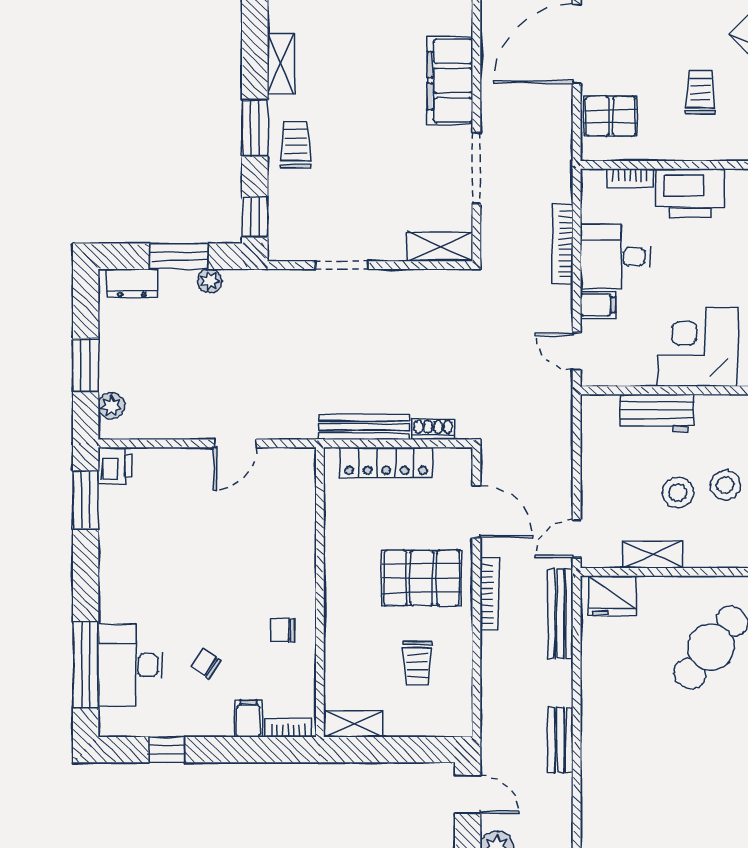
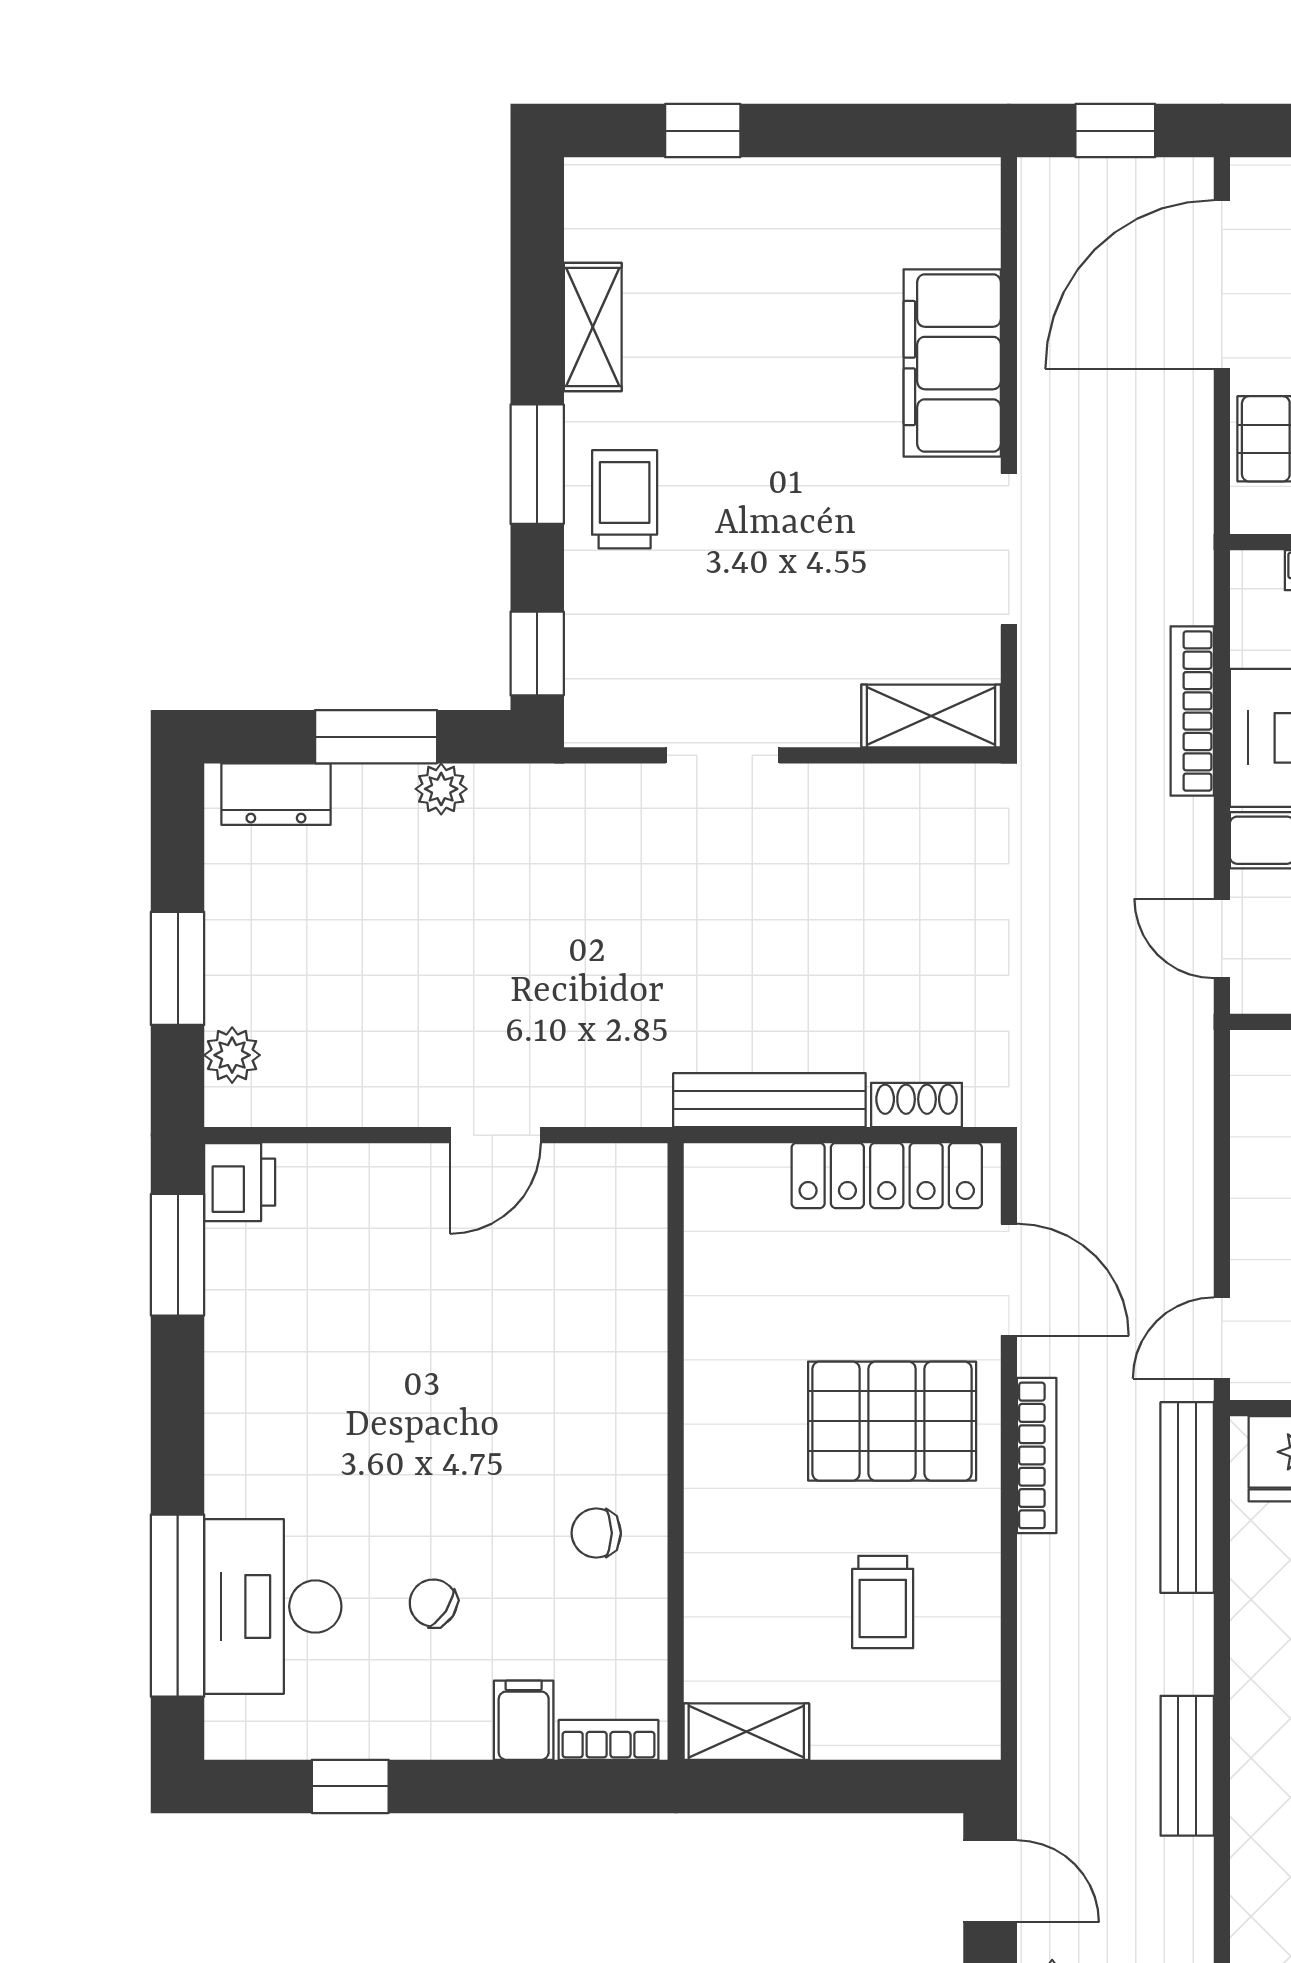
locker: (386, 463) -> (887, 1176), moved

